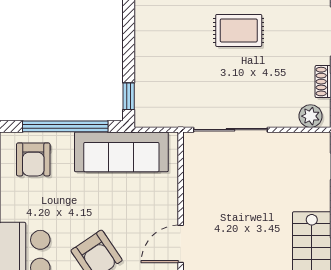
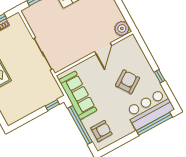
plant: (311, 116) -> (18, 23), removed
door: (181, 244) -> (103, 49), hinge flipped

